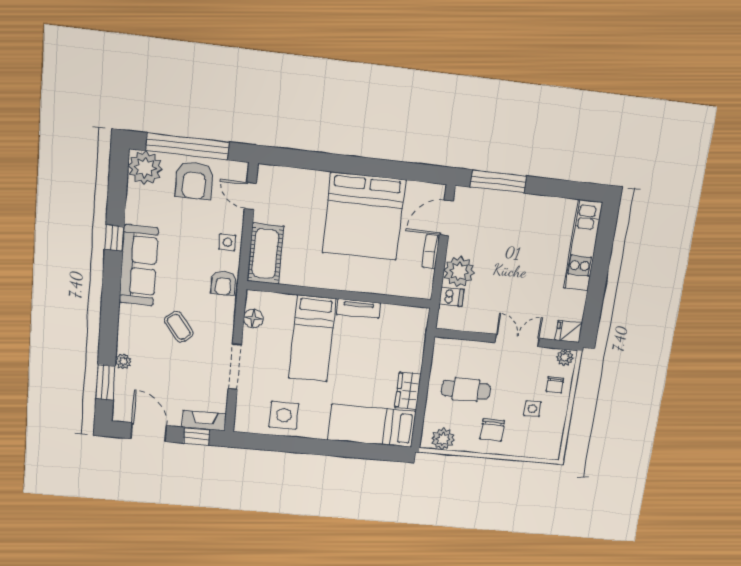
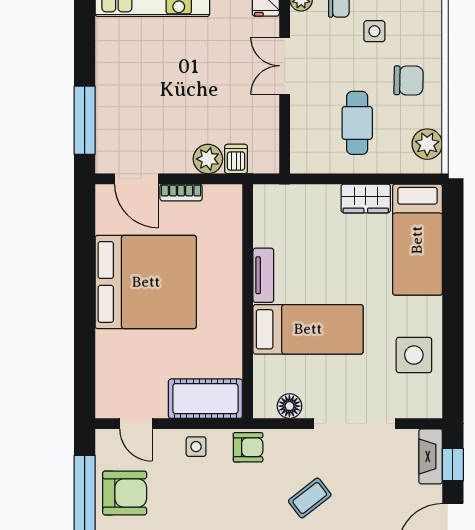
door: (250, 196) -> (136, 424), hinge flipped
plant: (459, 272) -> (208, 159), width x0.73, depth x0.73
doorway: (235, 367) -> (355, 424), width x1.36

